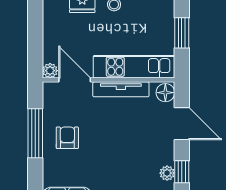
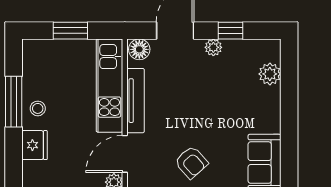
armchair: (67, 138) -> (191, 162), turned -132
plant: (167, 173) -> (213, 47), moved

